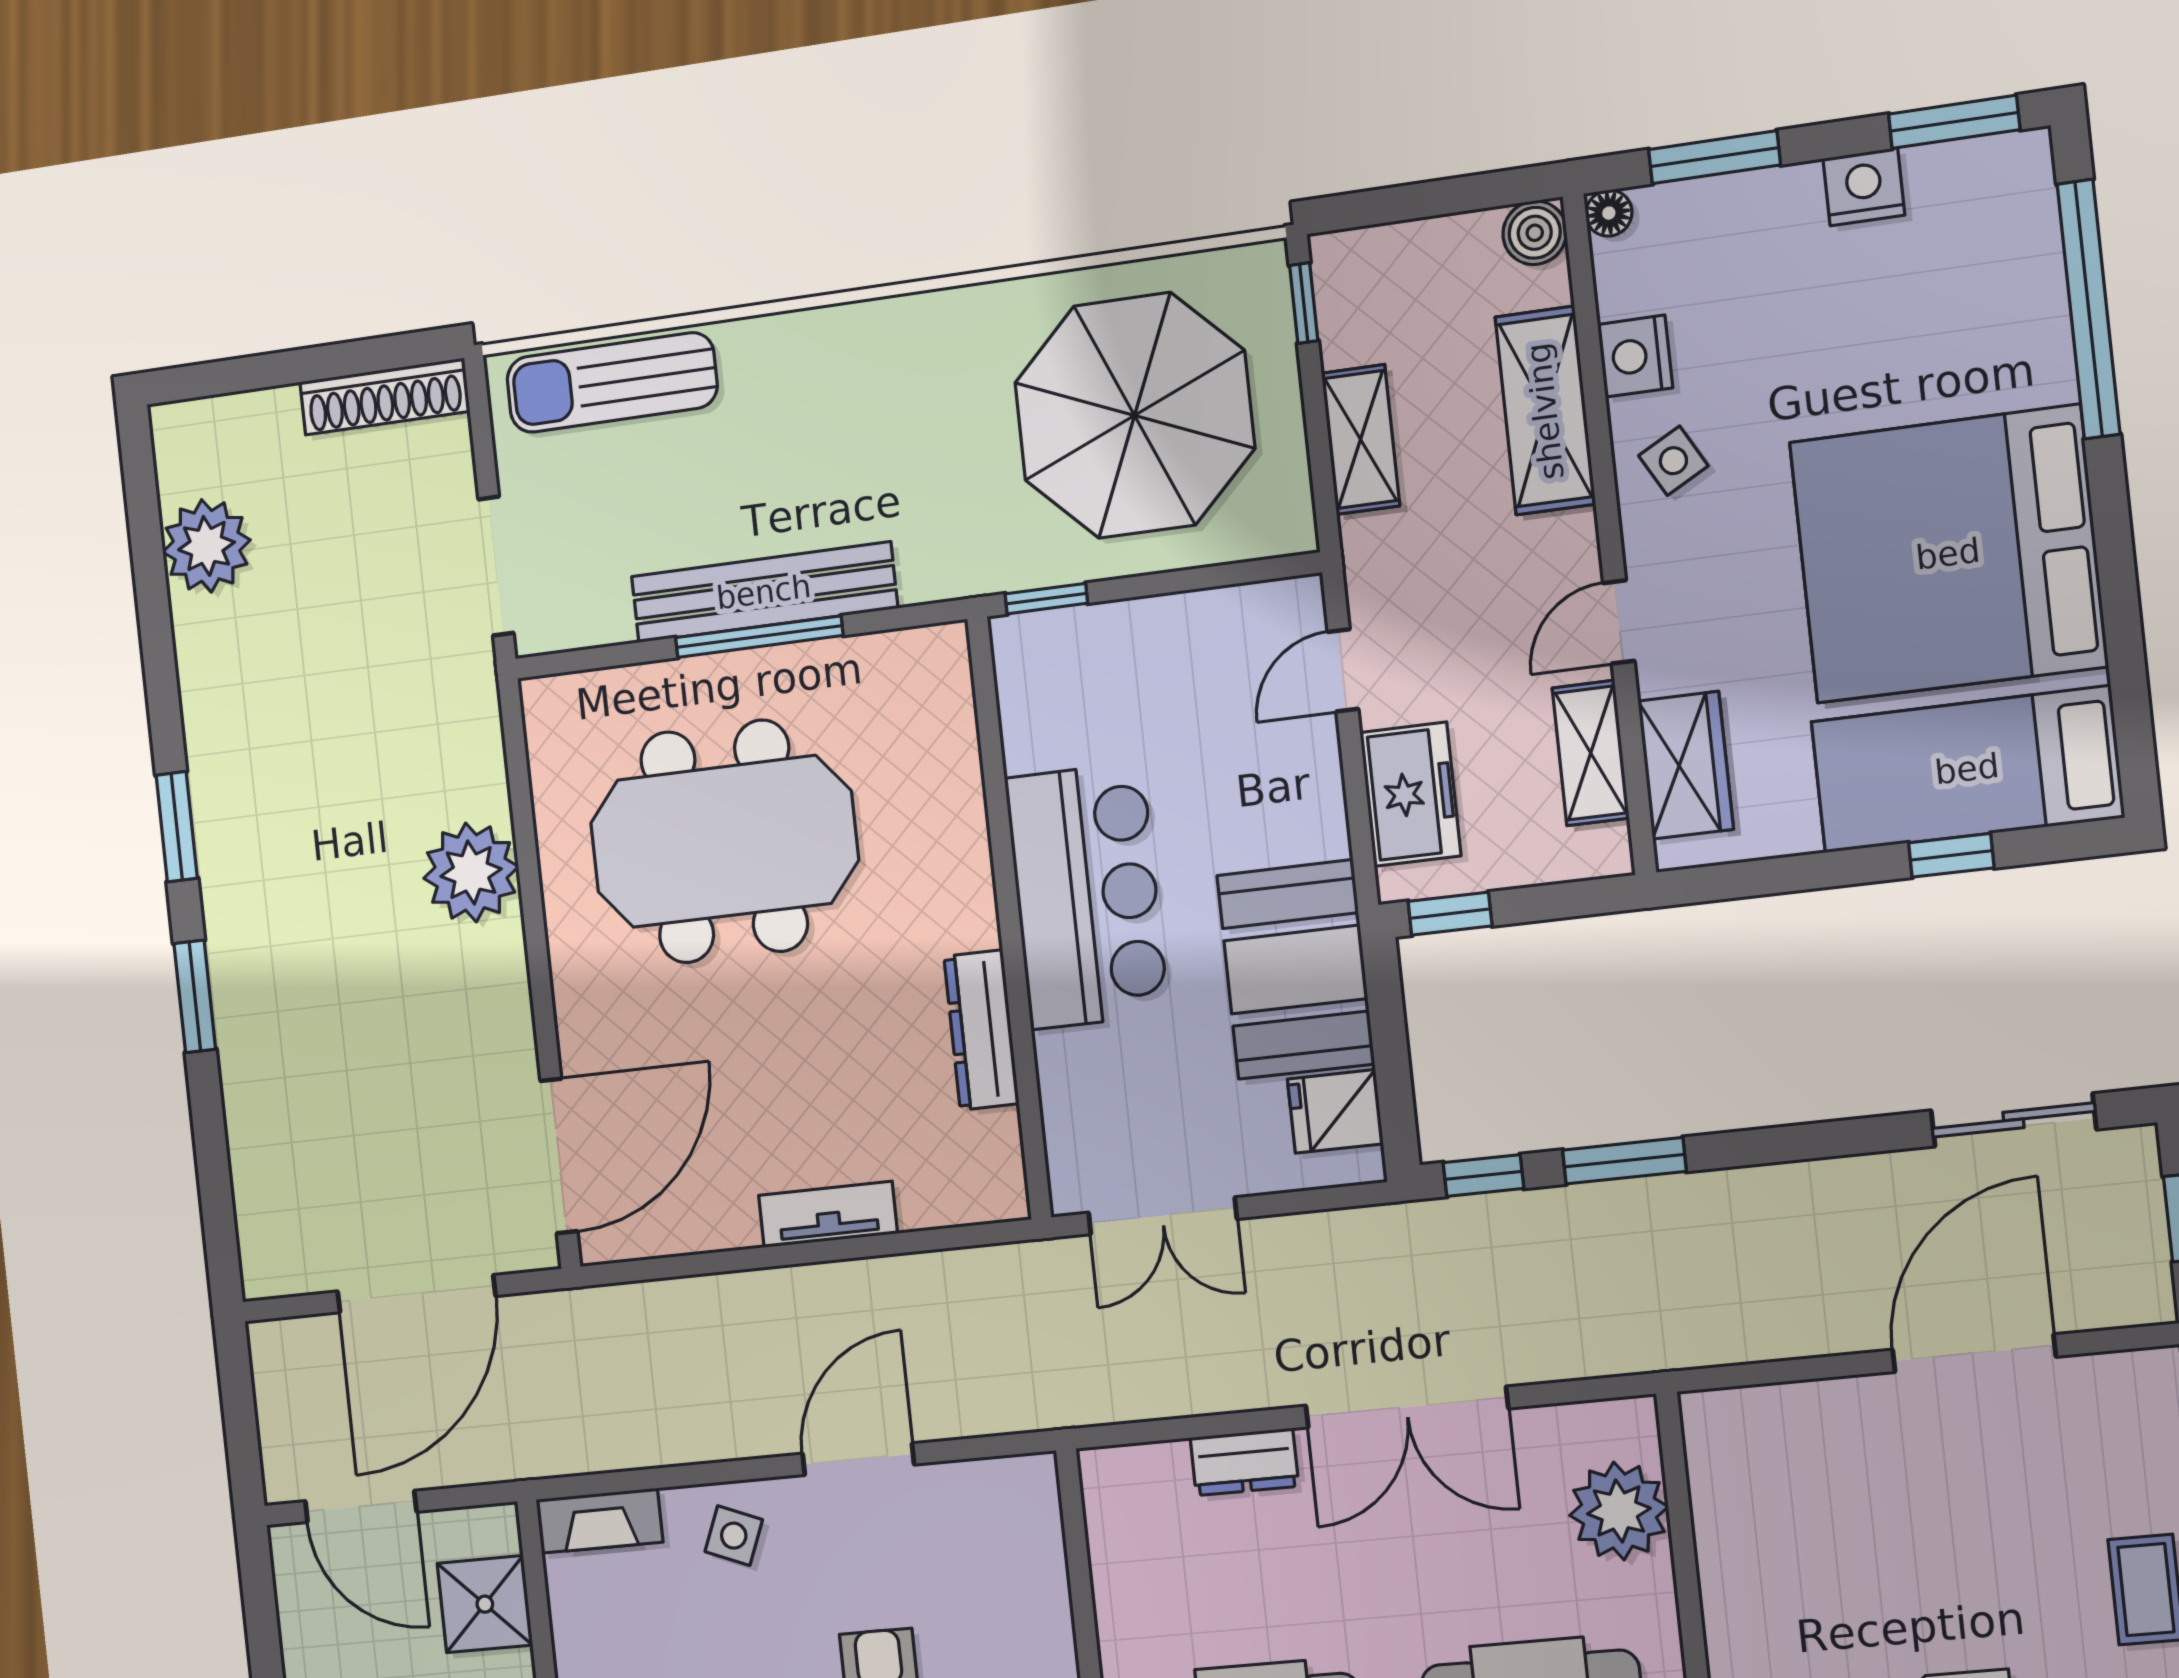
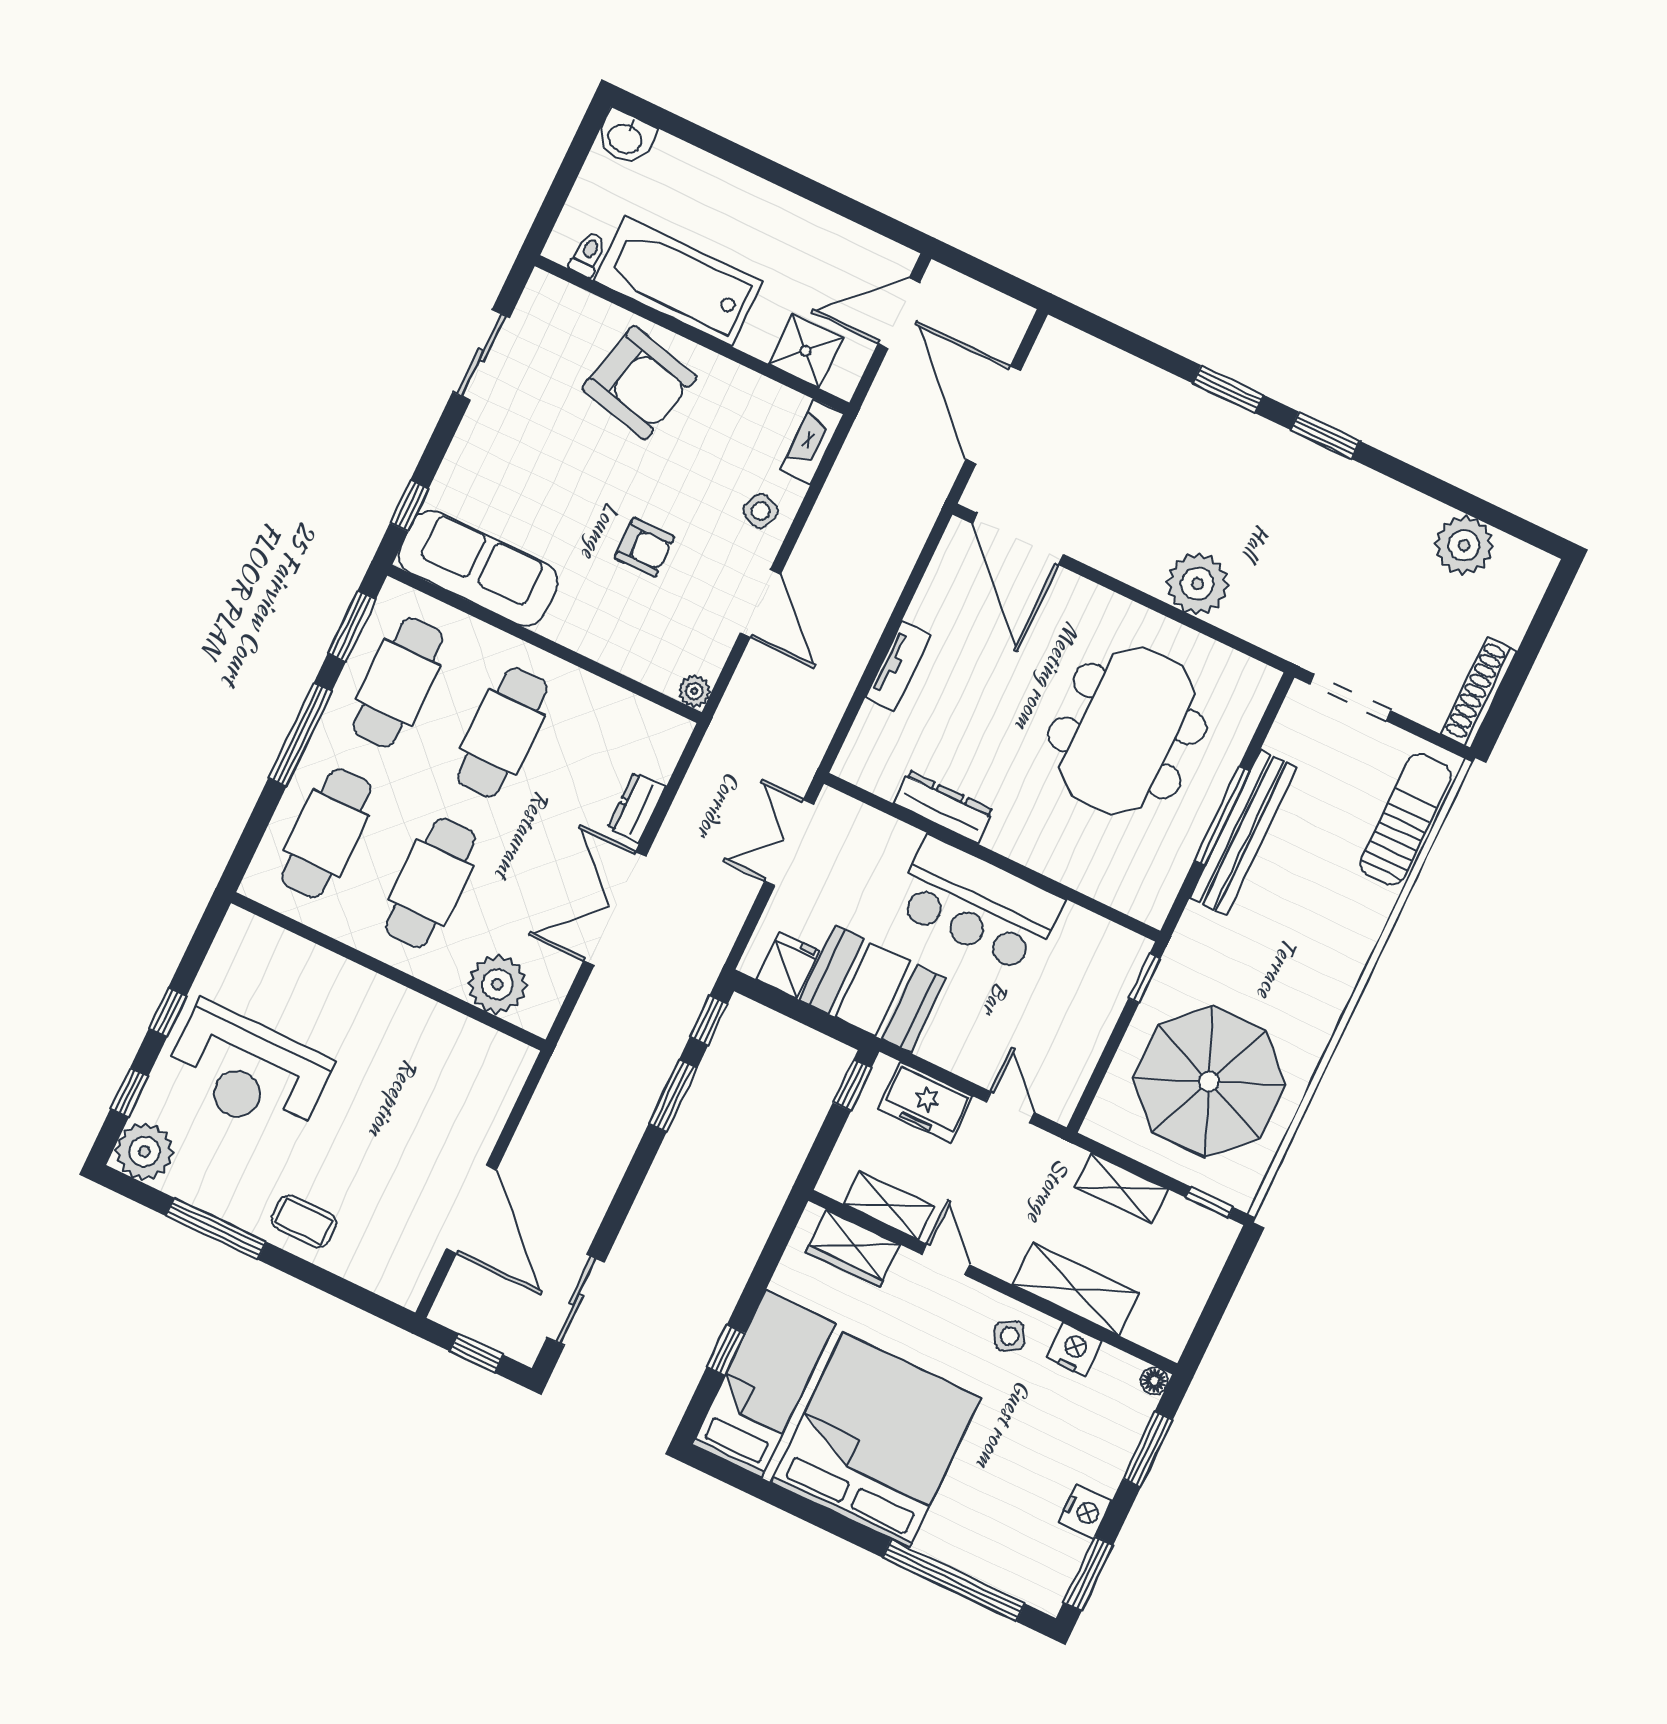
boiler: (1535, 233) -> (1169, 1338), removed
plant: (1034, 1479) -> (694, 691), added

